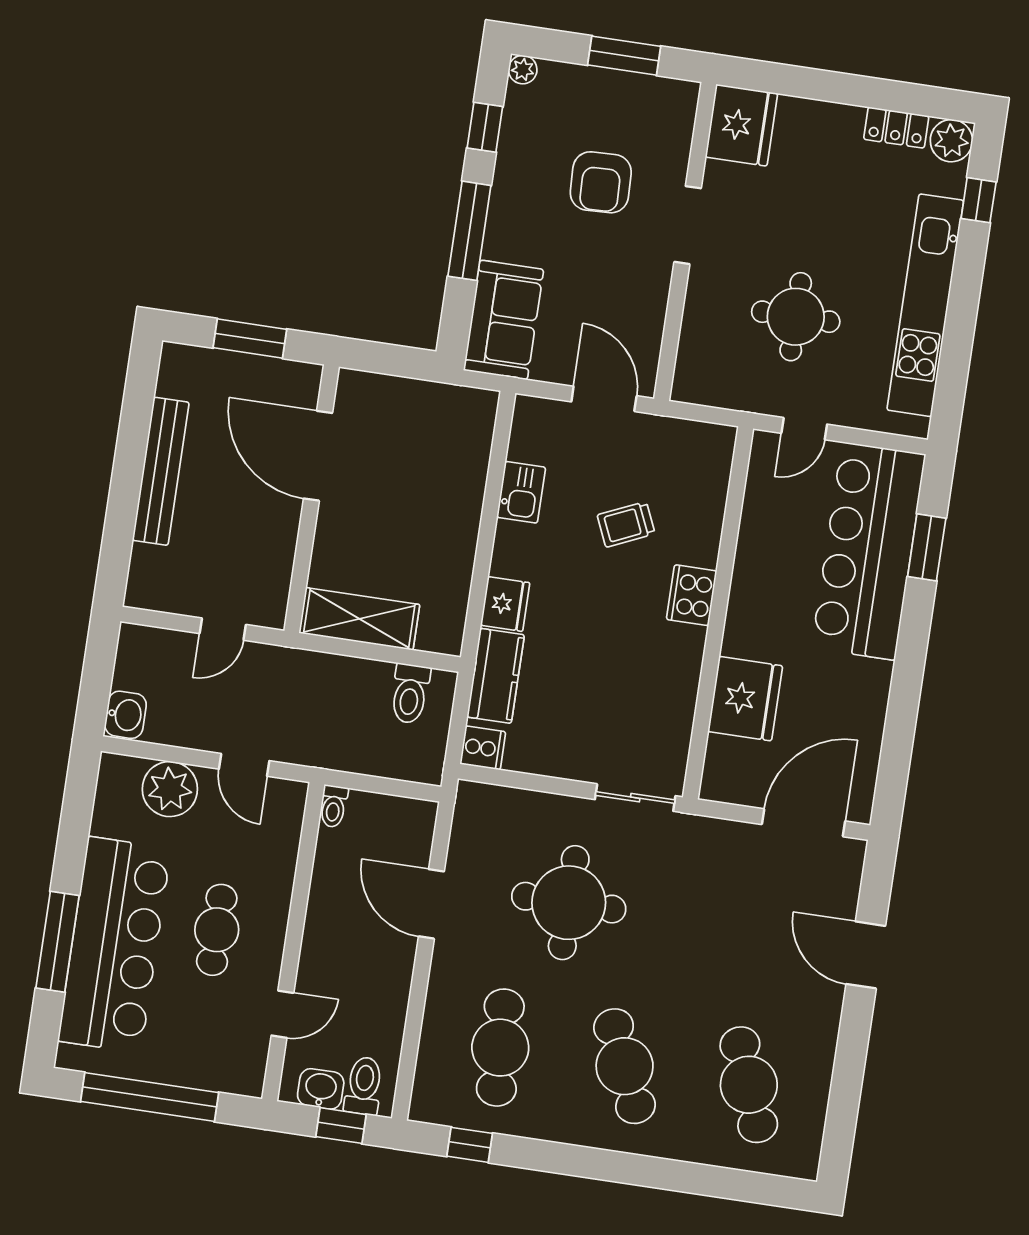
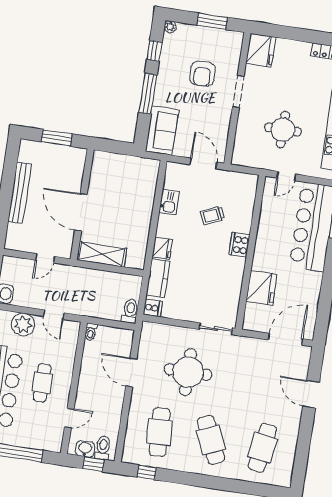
door: (318, 456) -> (81, 212), moved
toilet: (410, 694) -> (130, 311), moved, turned 180
cafe table: (749, 1085) -> (262, 448), turned 30

